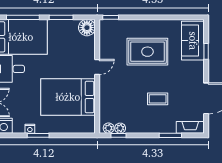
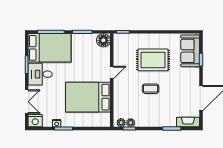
coffee table: (158, 99) -> (150, 89), moved

